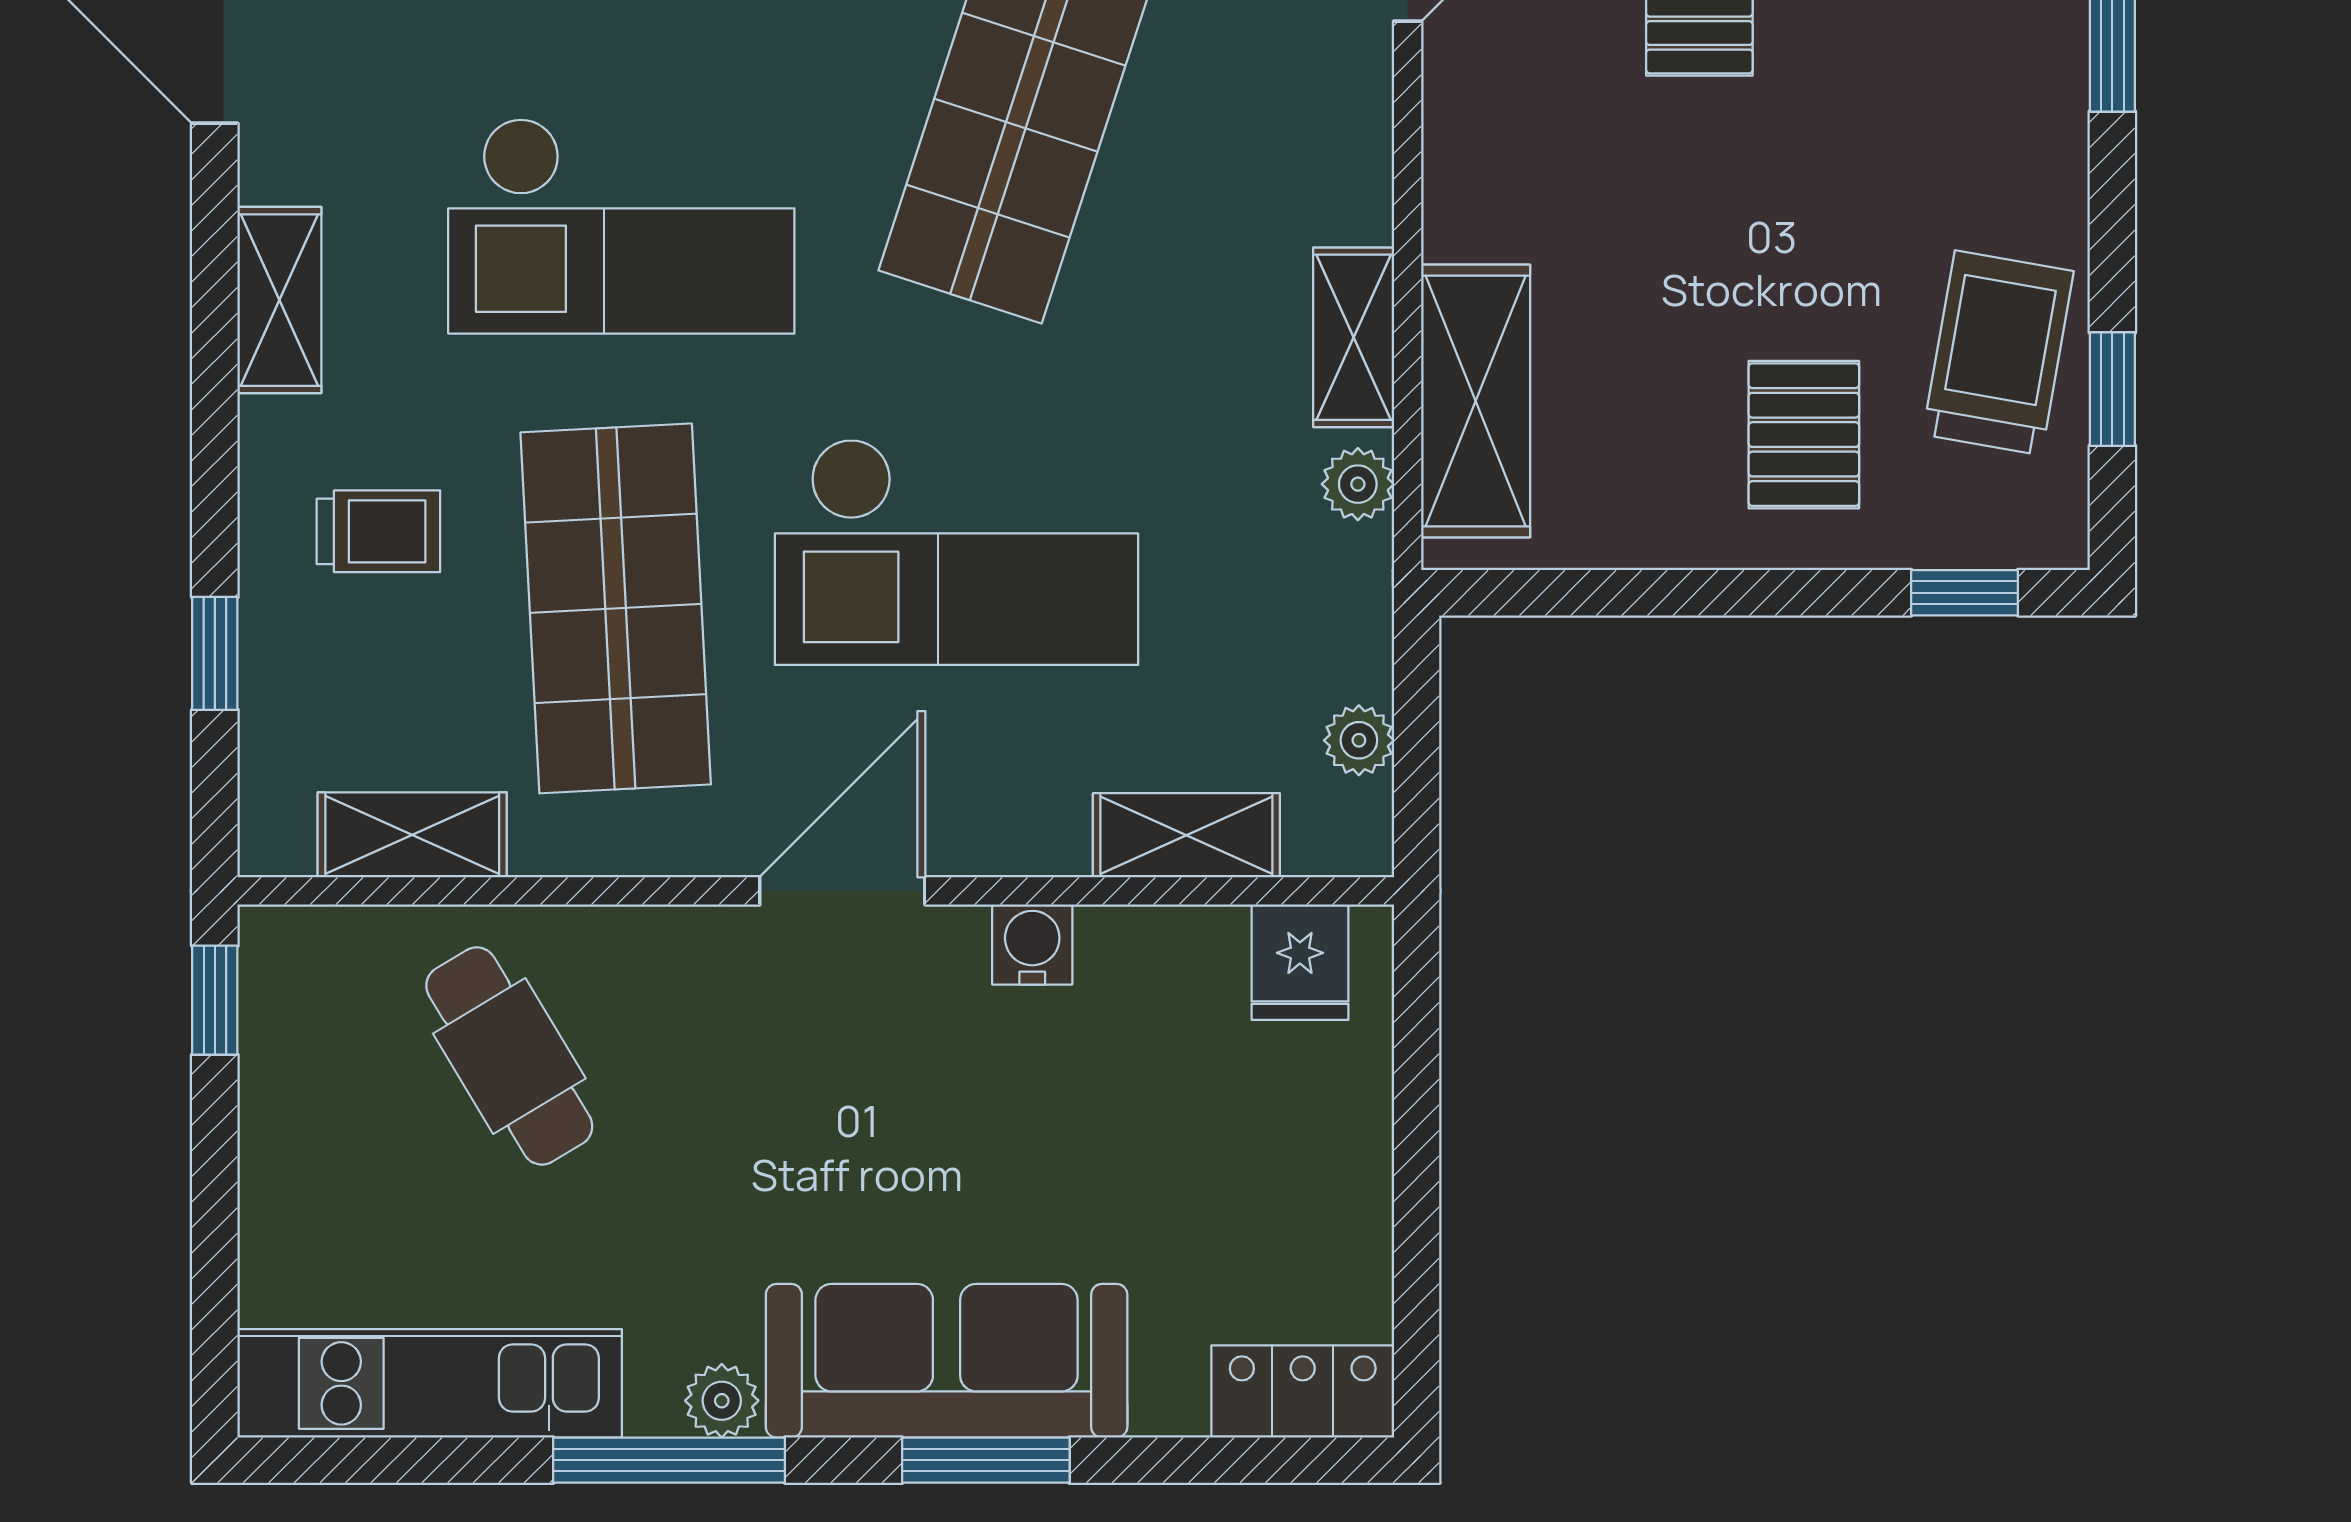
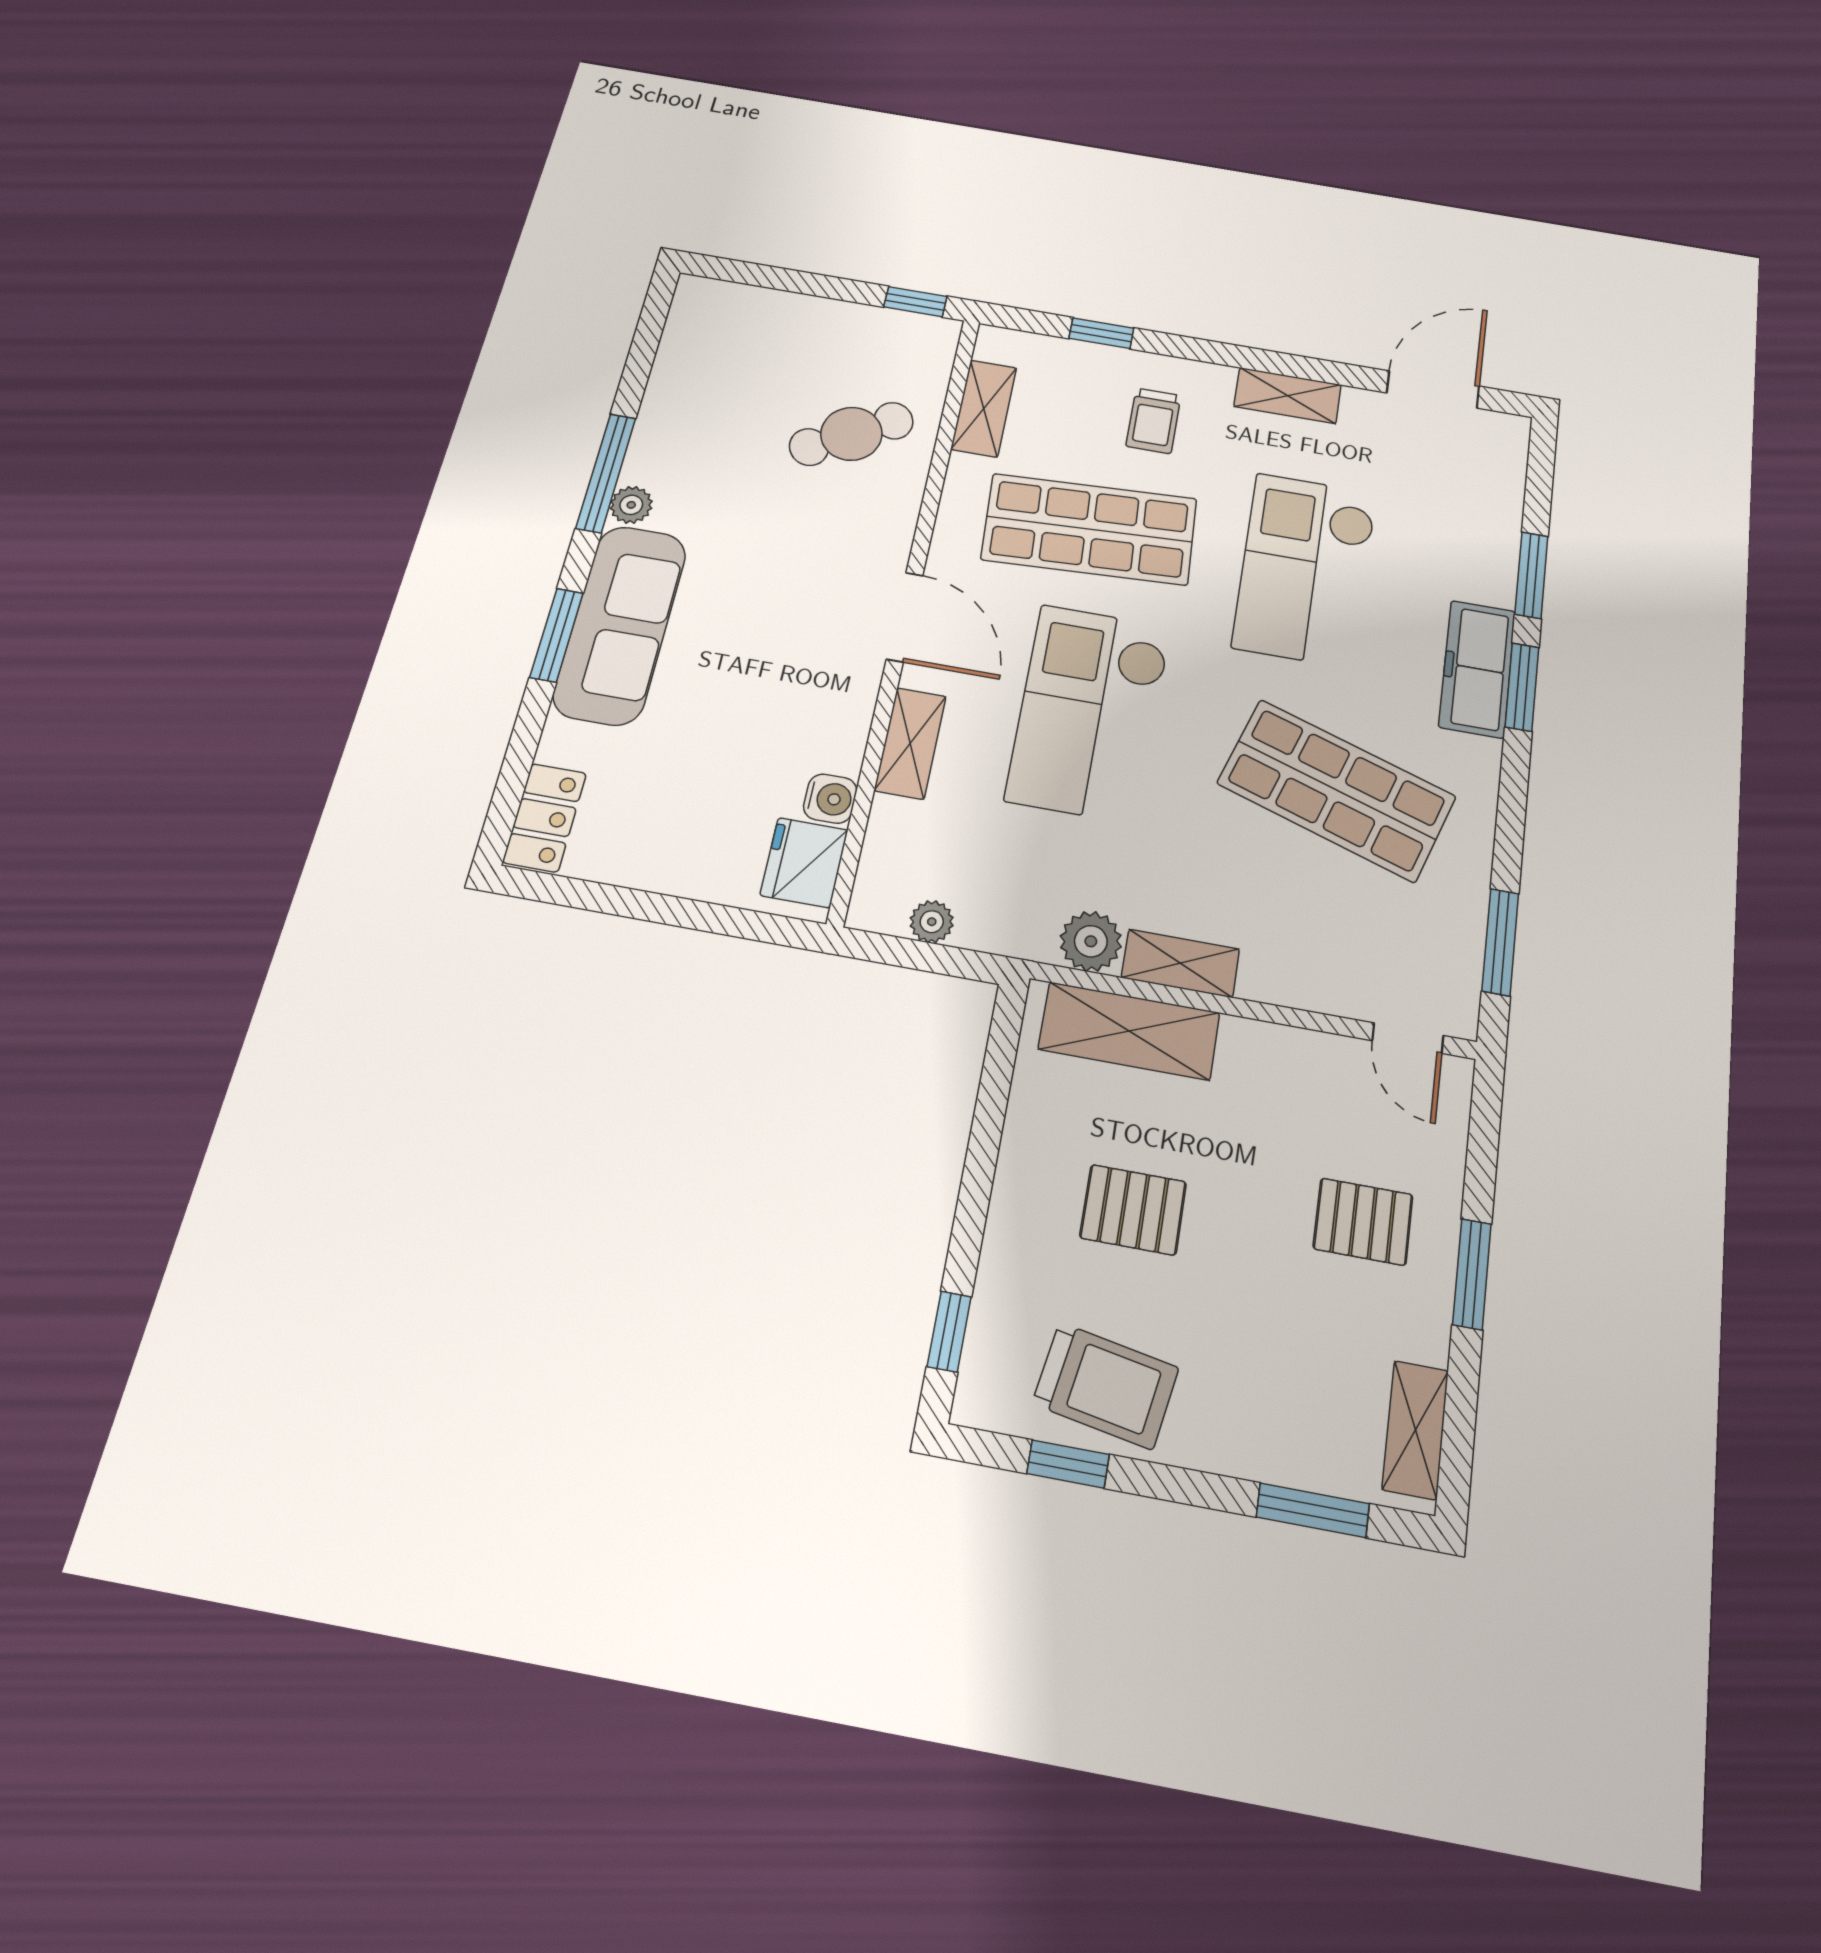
pallet: (1804, 435) -> (1133, 1210), moved
plant: (1358, 484) -> (1091, 941), width x1.38, depth x1.38
shelving: (1186, 835) -> (910, 743), moved
water cooler: (1032, 944) -> (830, 799), moved
fridge: (1300, 962) -> (804, 863), width x1.38
kitchen unit: (430, 1383) -> (682, 365), removed

